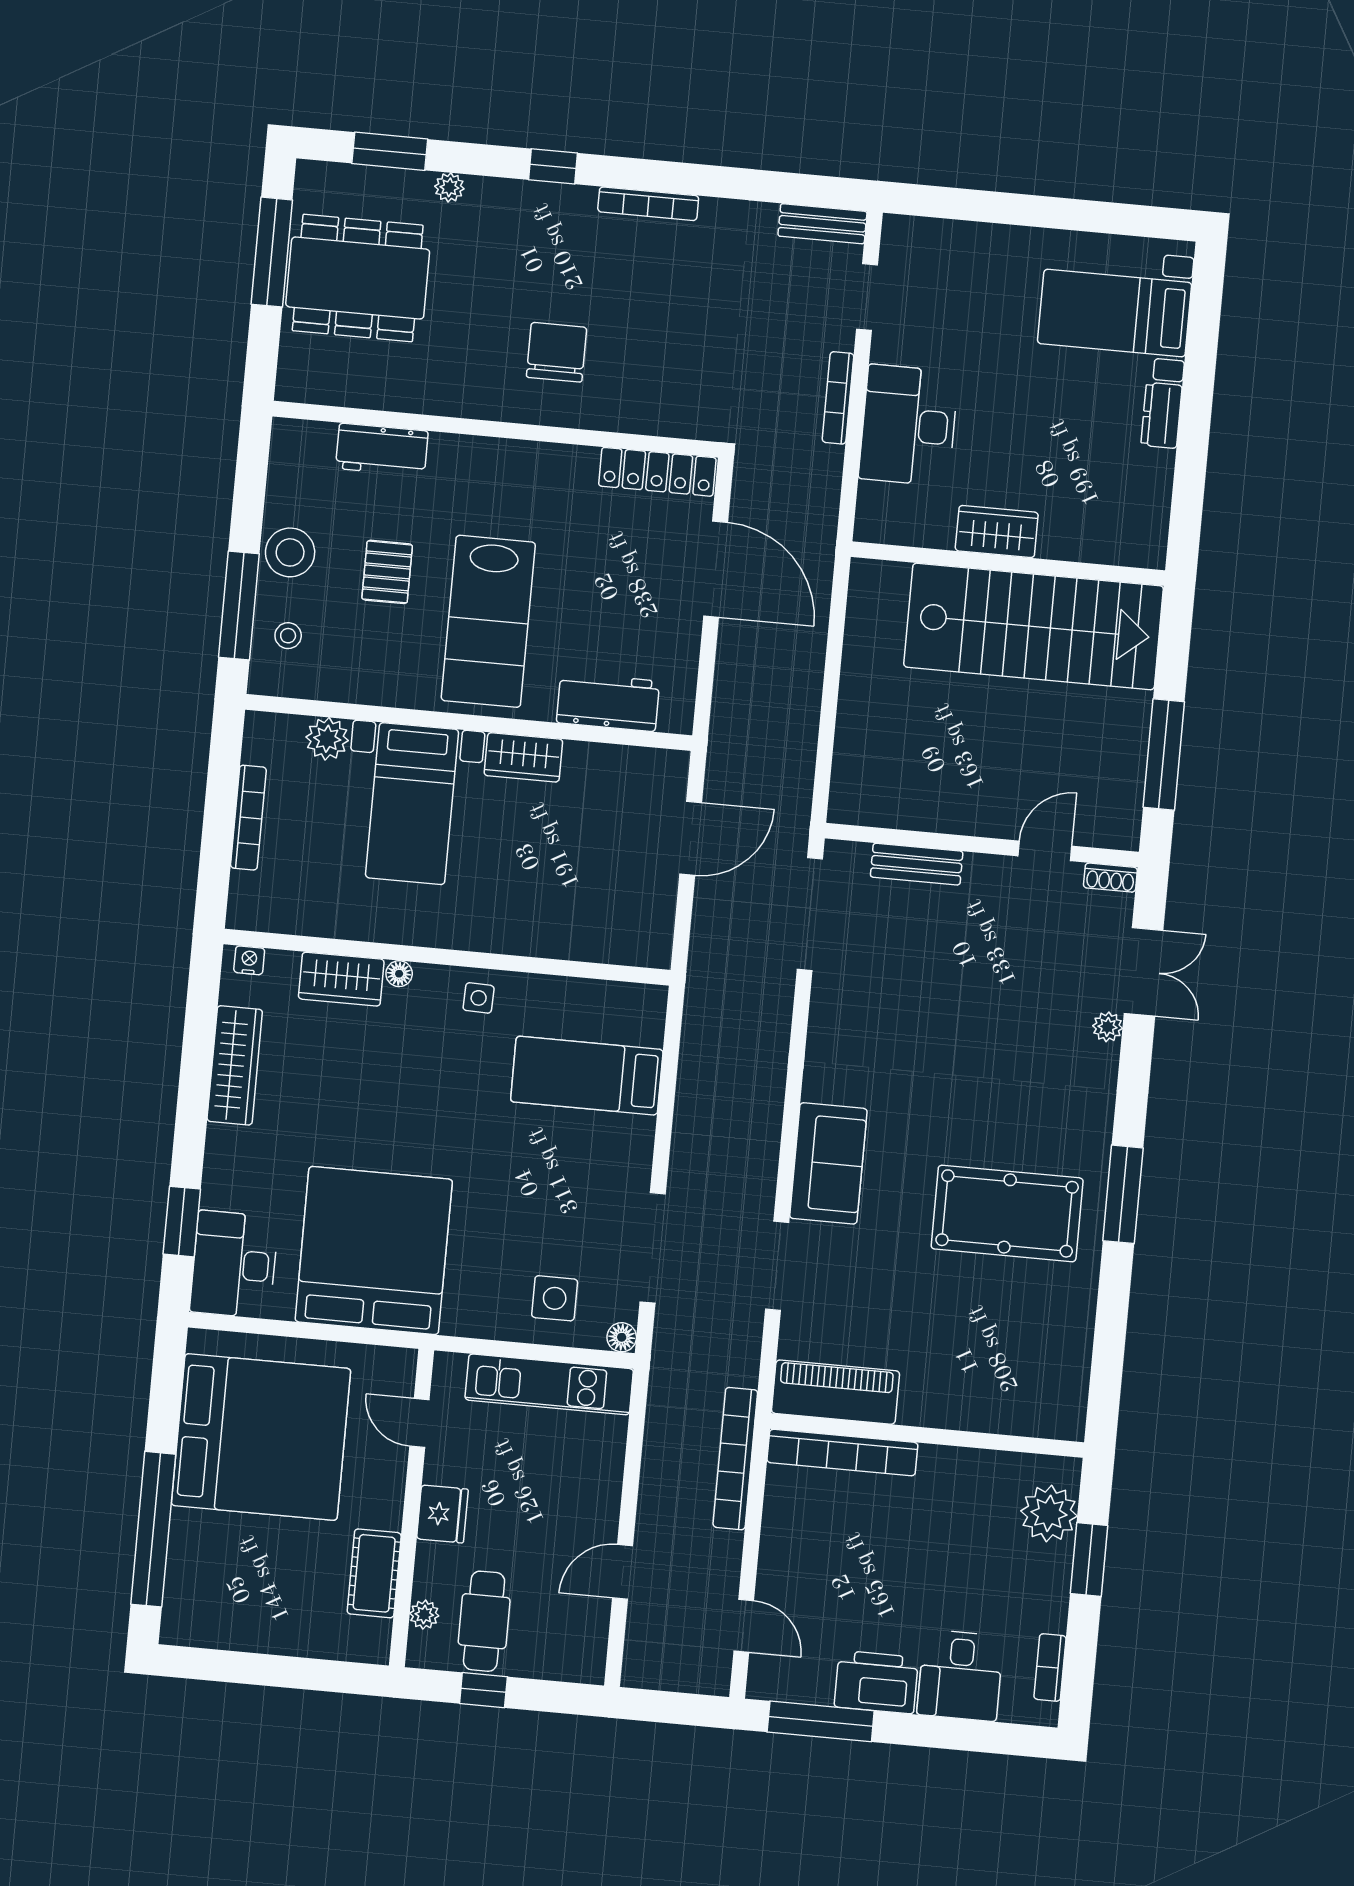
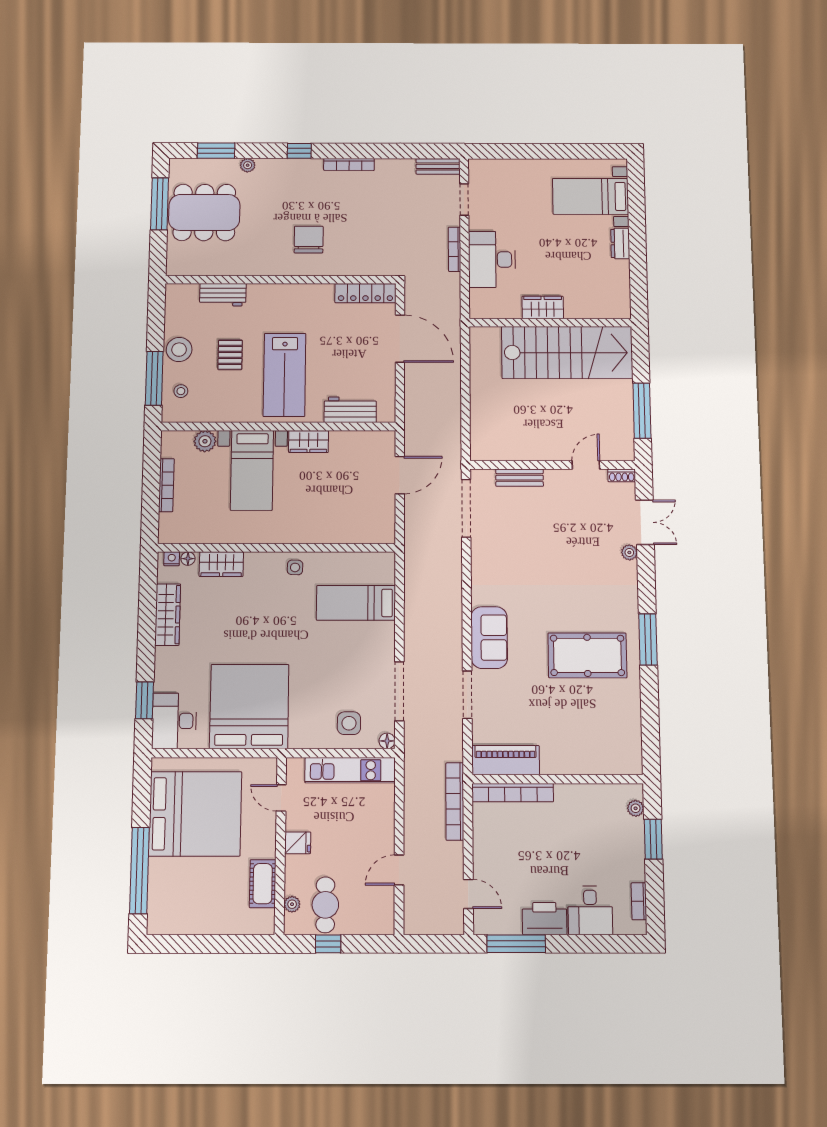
floor lamp: (399, 974) -> (188, 559), moved
plant: (1049, 1513) -> (636, 808), width x0.53, depth x0.53
fridge: (442, 1514) -> (298, 843), width x0.72

